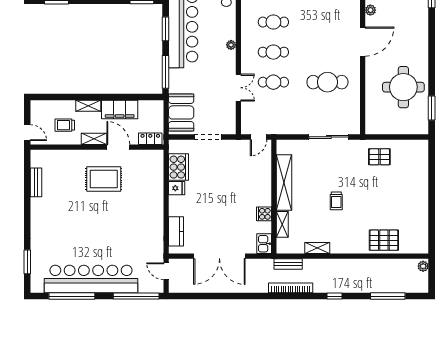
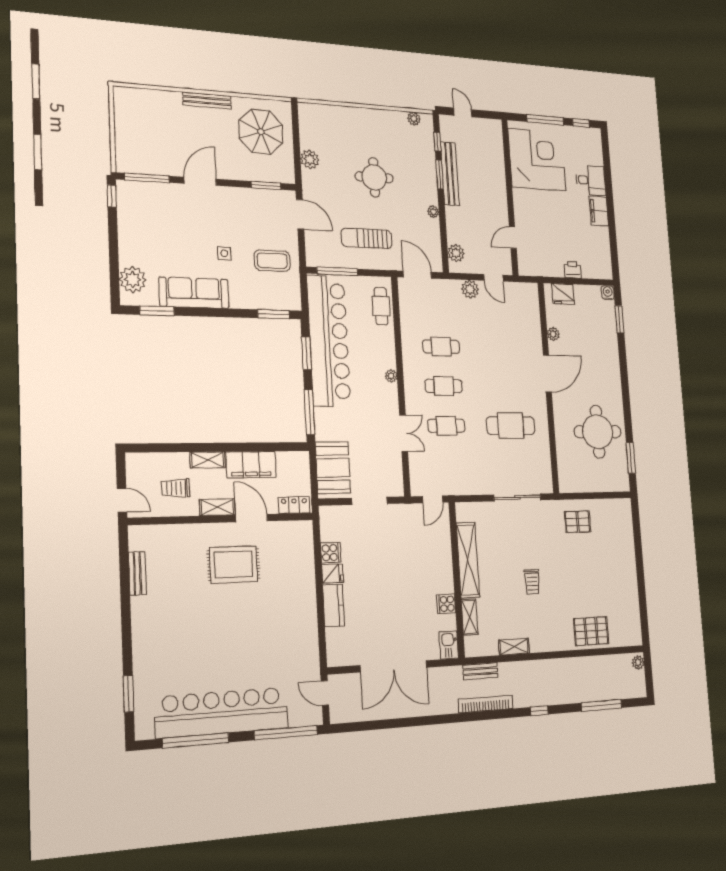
cooker: (178, 167) -> (331, 553), width x0.53, depth x0.76
kitchen counter: (176, 231) -> (333, 605), moved

